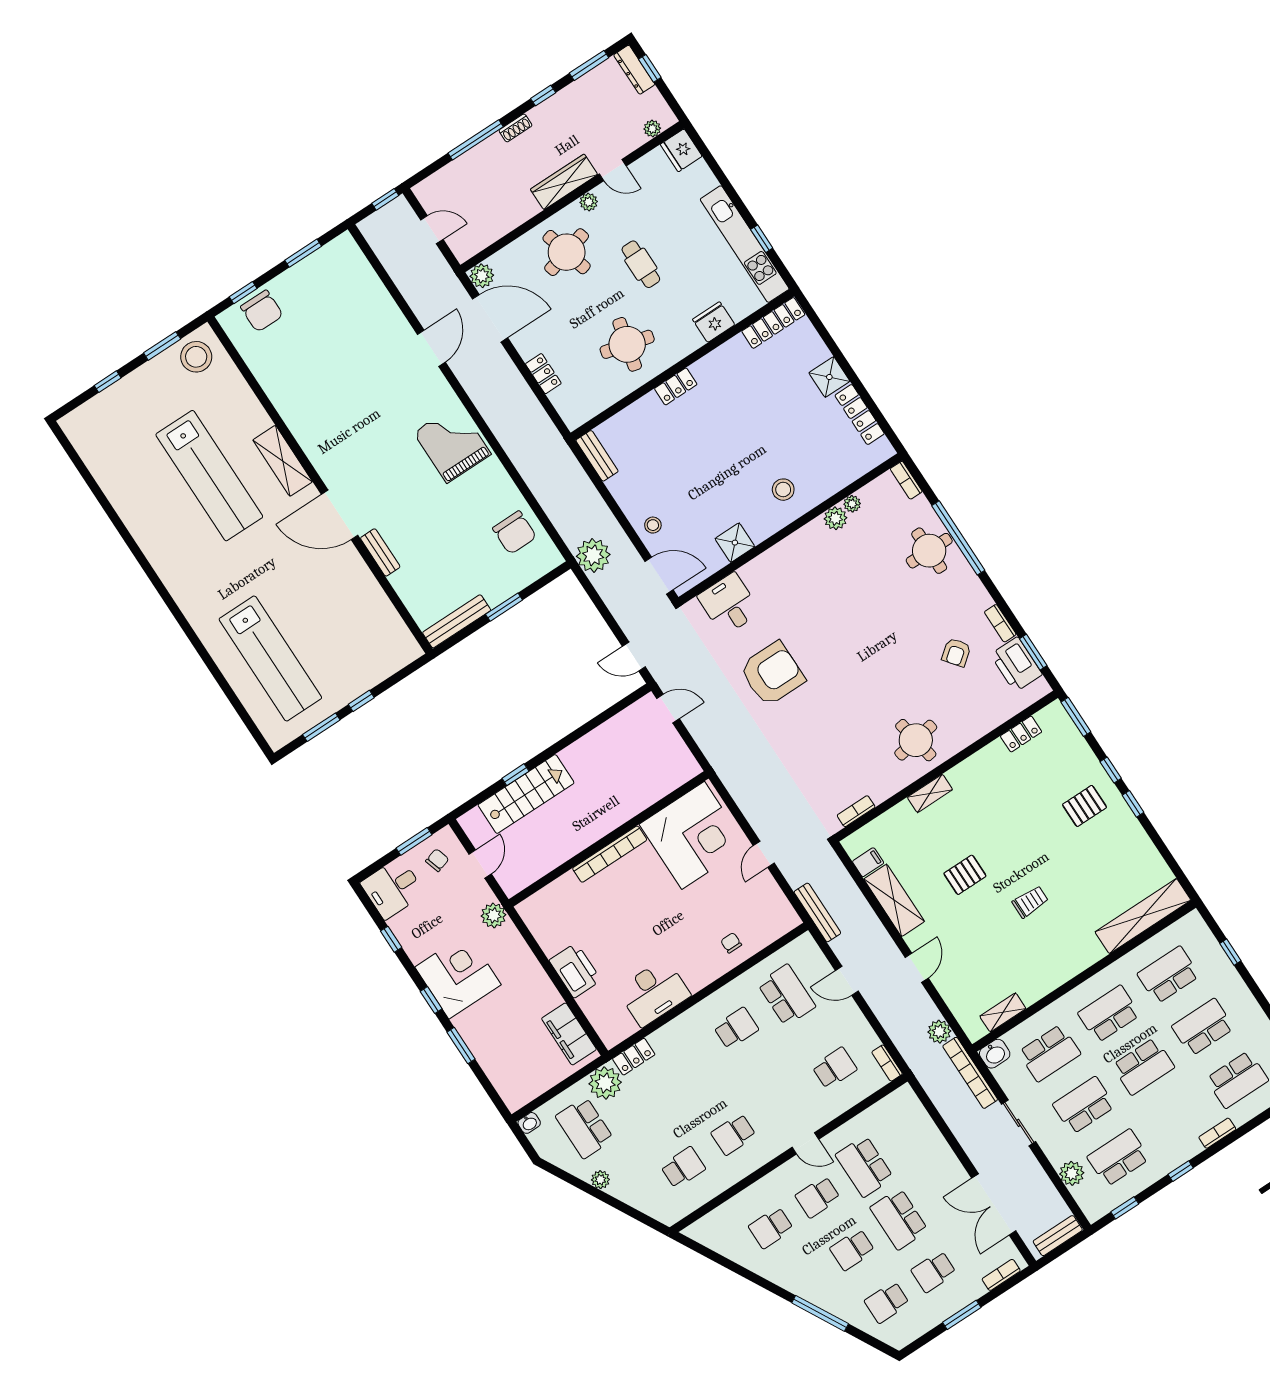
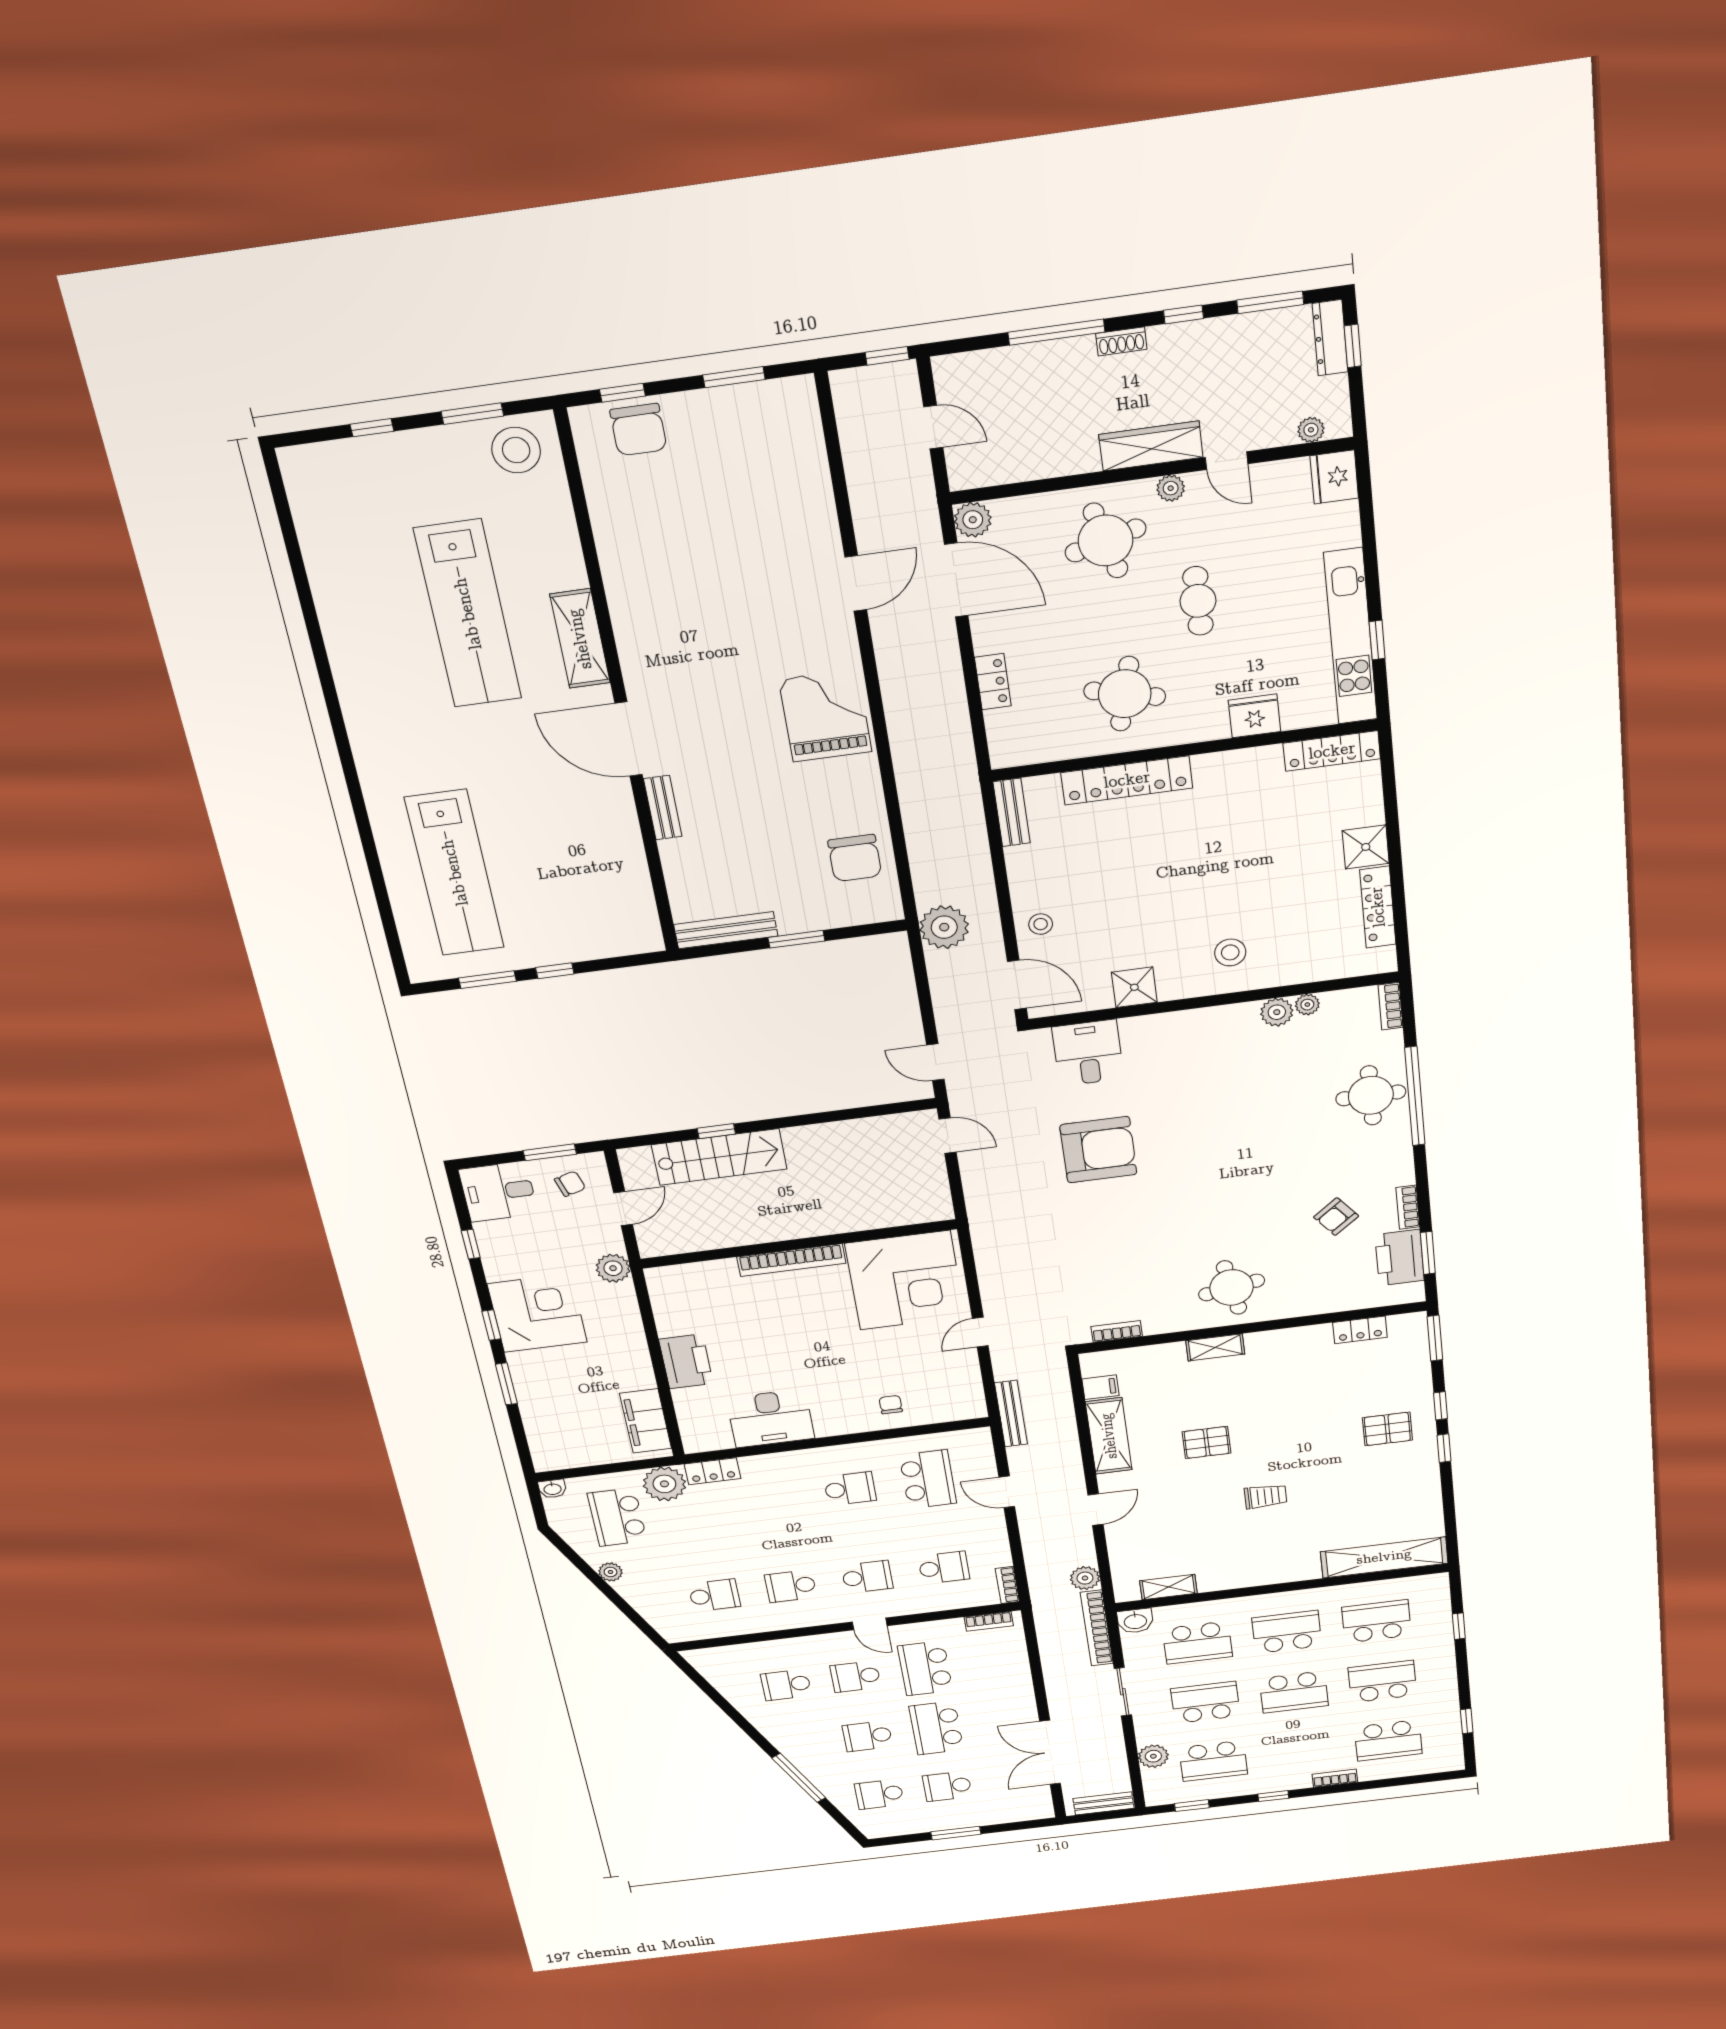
locker: (676, 386) -> (1127, 780), width x2.16, depth x1.21
school desk: (784, 1101) -> (867, 1577), added
school desk: (1118, 1158) -> (1213, 1761), turned 180
bookcase: (1001, 1275) -> (989, 1621), moved, turned 180

